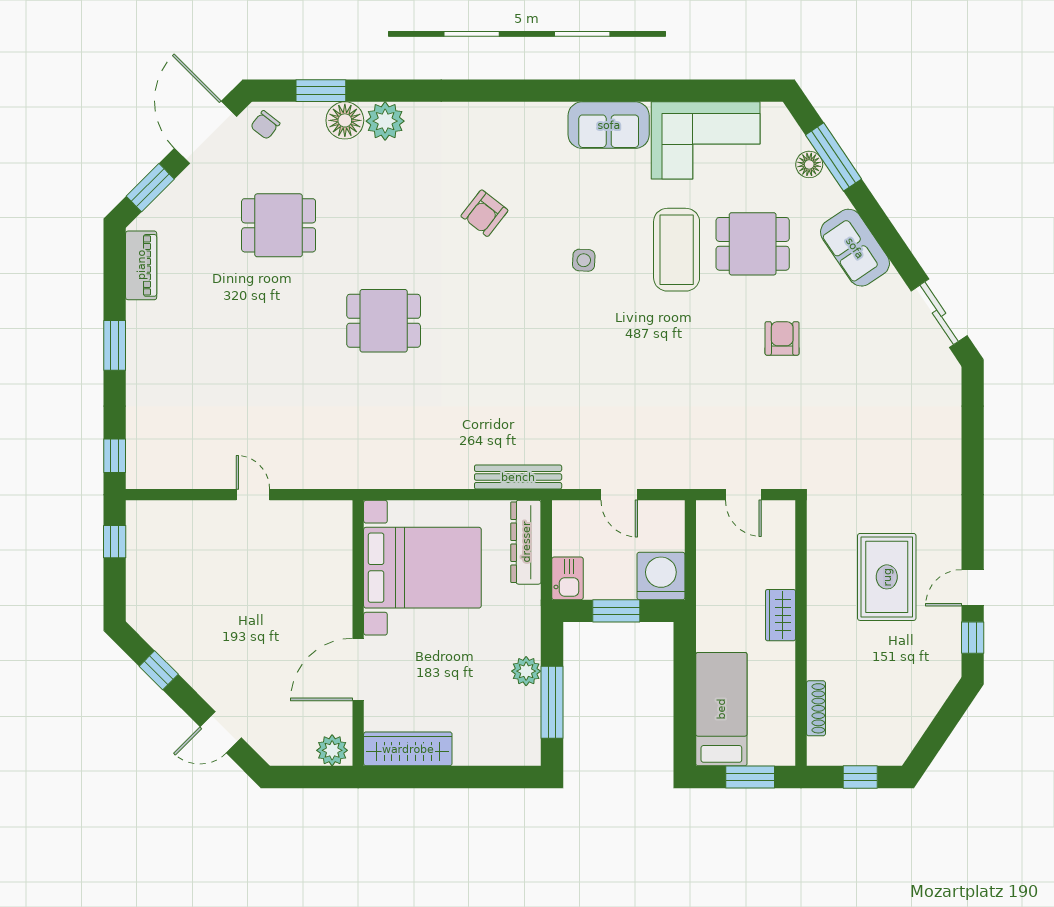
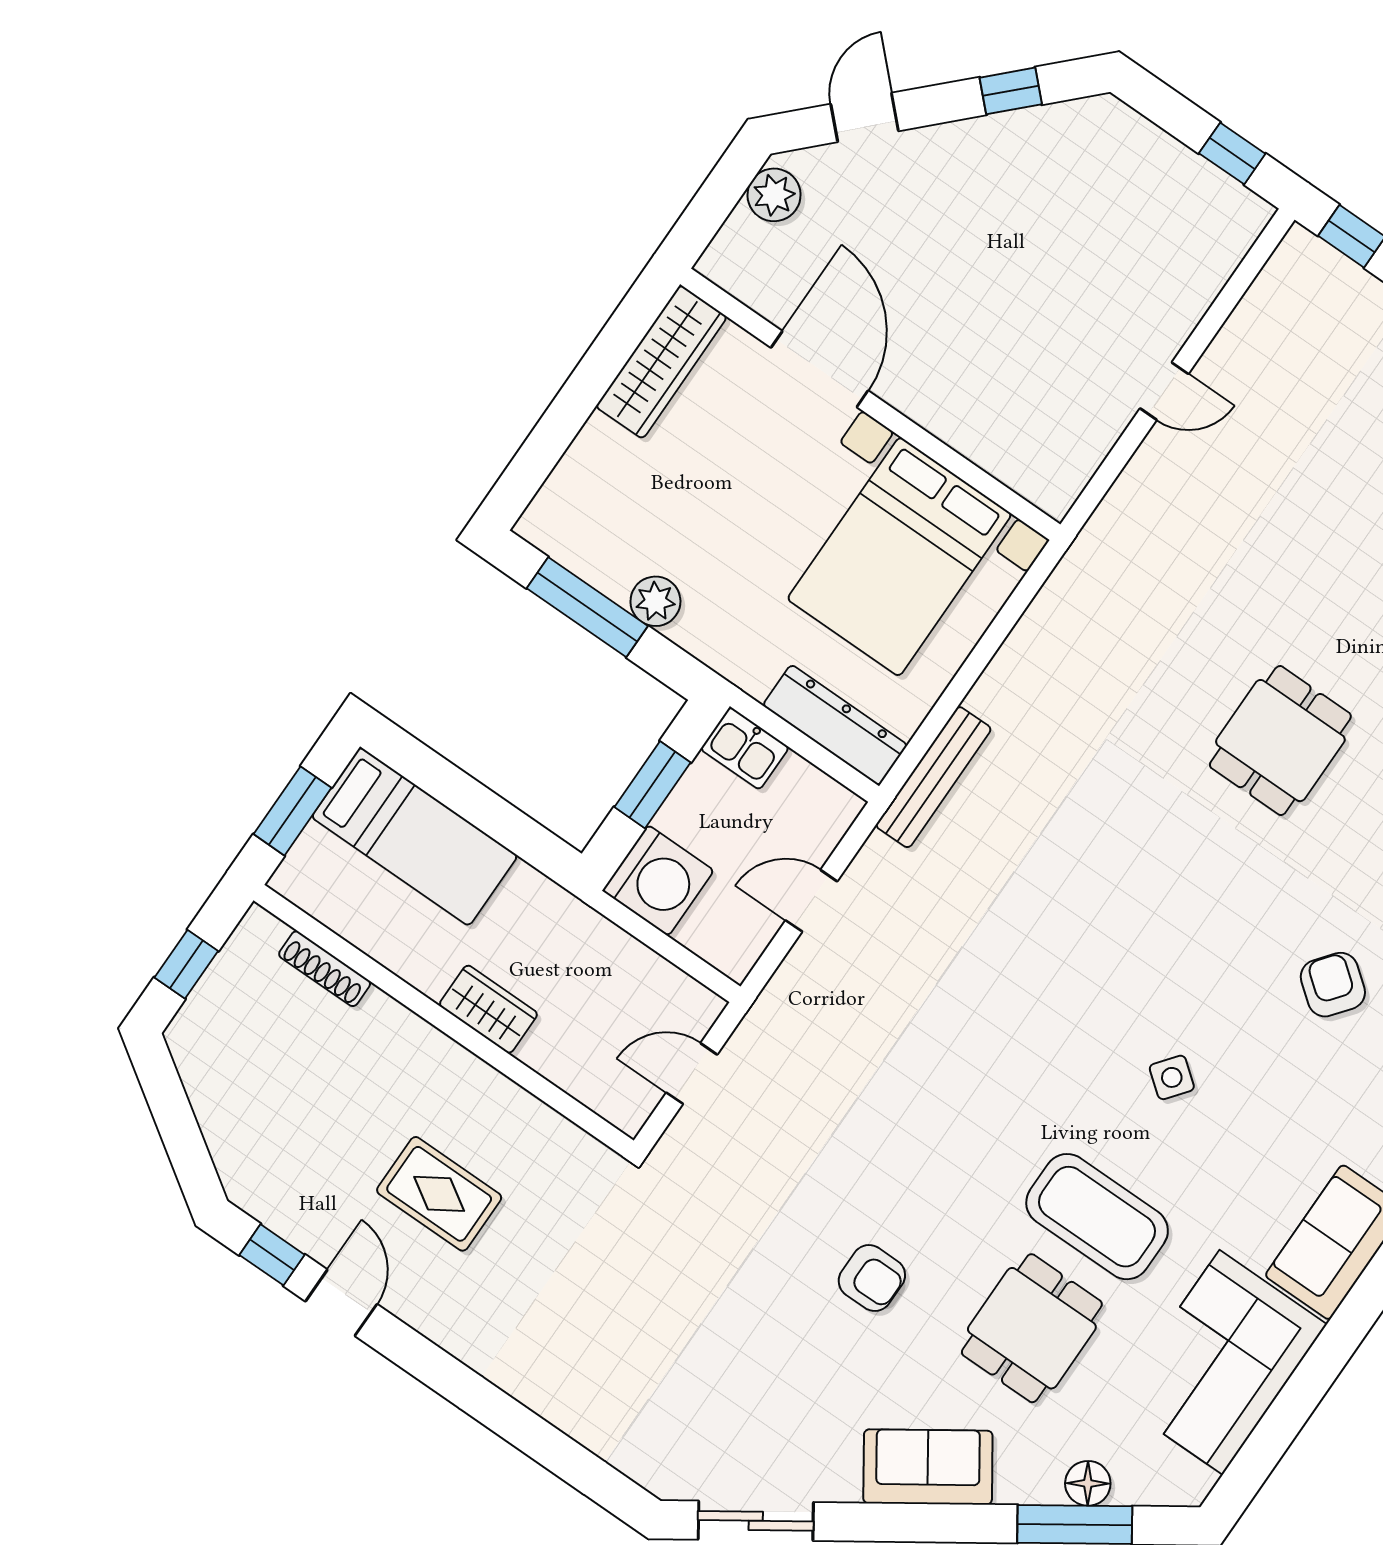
side table: (584, 260) -> (1172, 1077), turned 35
rug: (887, 577) -> (439, 1194), width x0.73, depth x0.70
plant: (332, 750) -> (774, 195), moved

